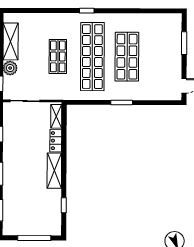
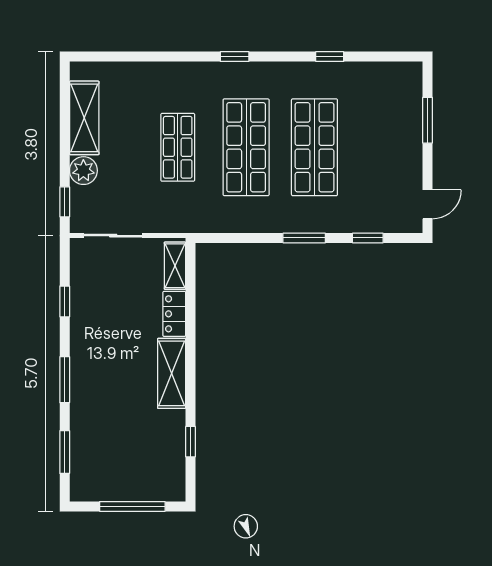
window: (135, 11) -> (330, 57), added
shop shelf: (92, 57) -> (246, 147), width x0.71
window: (154, 103) -> (368, 238), added

